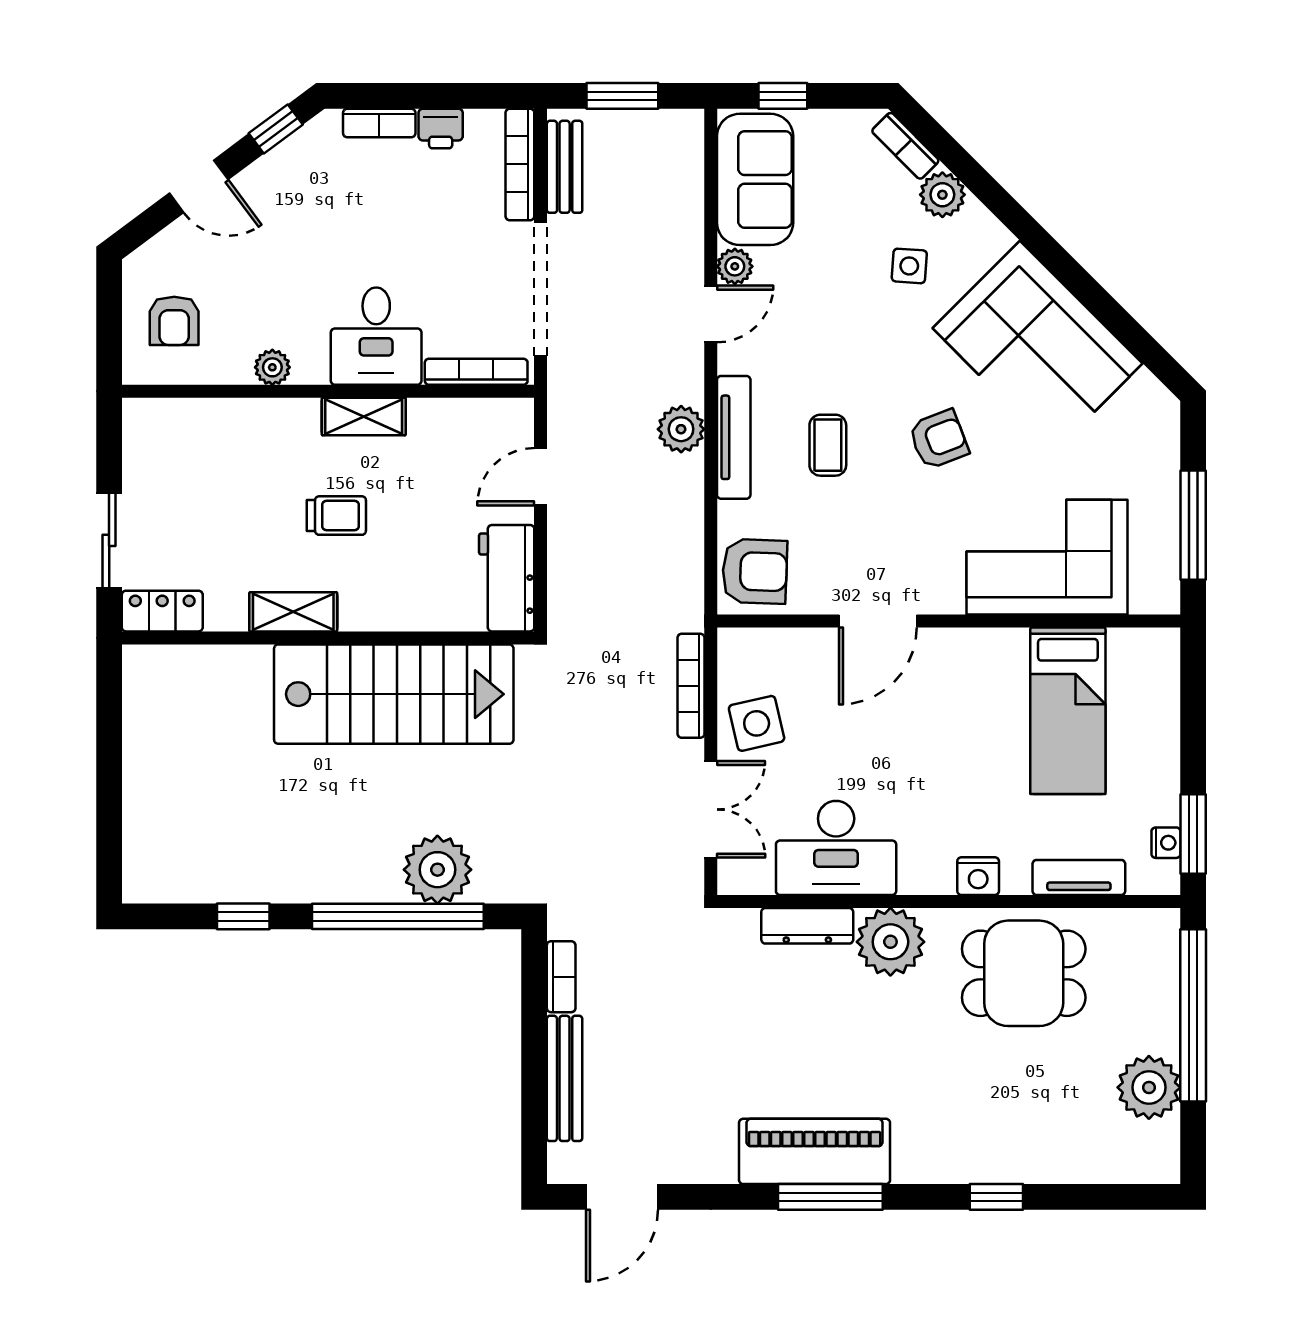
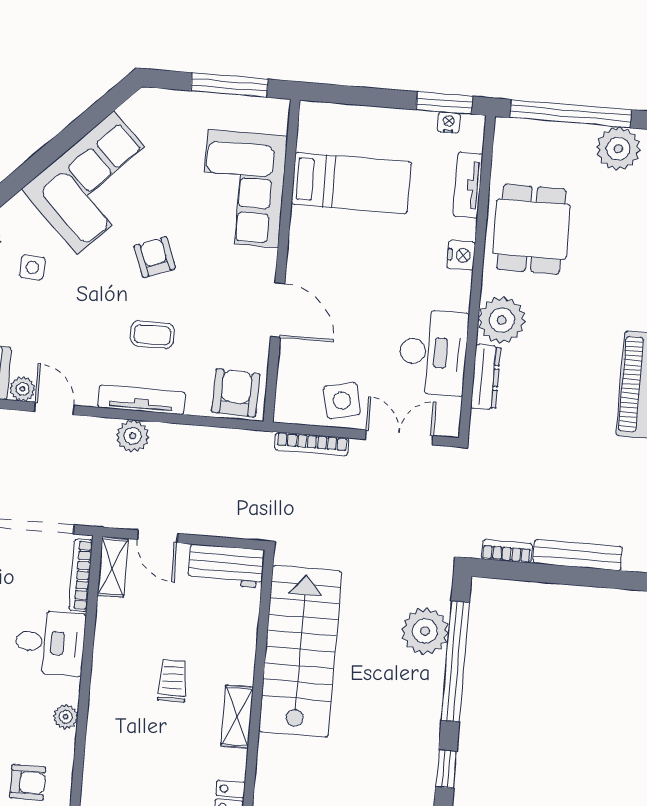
shelving: (364, 417) -> (113, 567), moved

